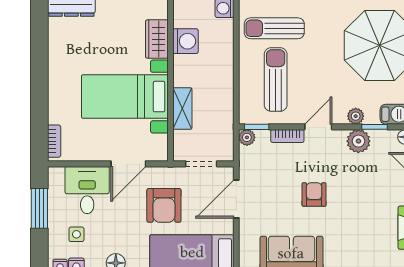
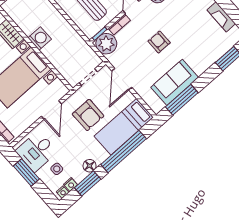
washing machine: (186, 41) -> (40, 38), moved
shelving: (182, 109) -> (54, 58), removed
plant: (247, 137) -> (106, 44), width x1.88, depth x1.88
desk: (87, 190) -> (36, 151), moved, turned -90

